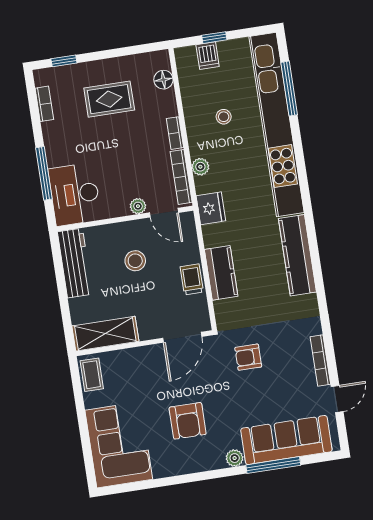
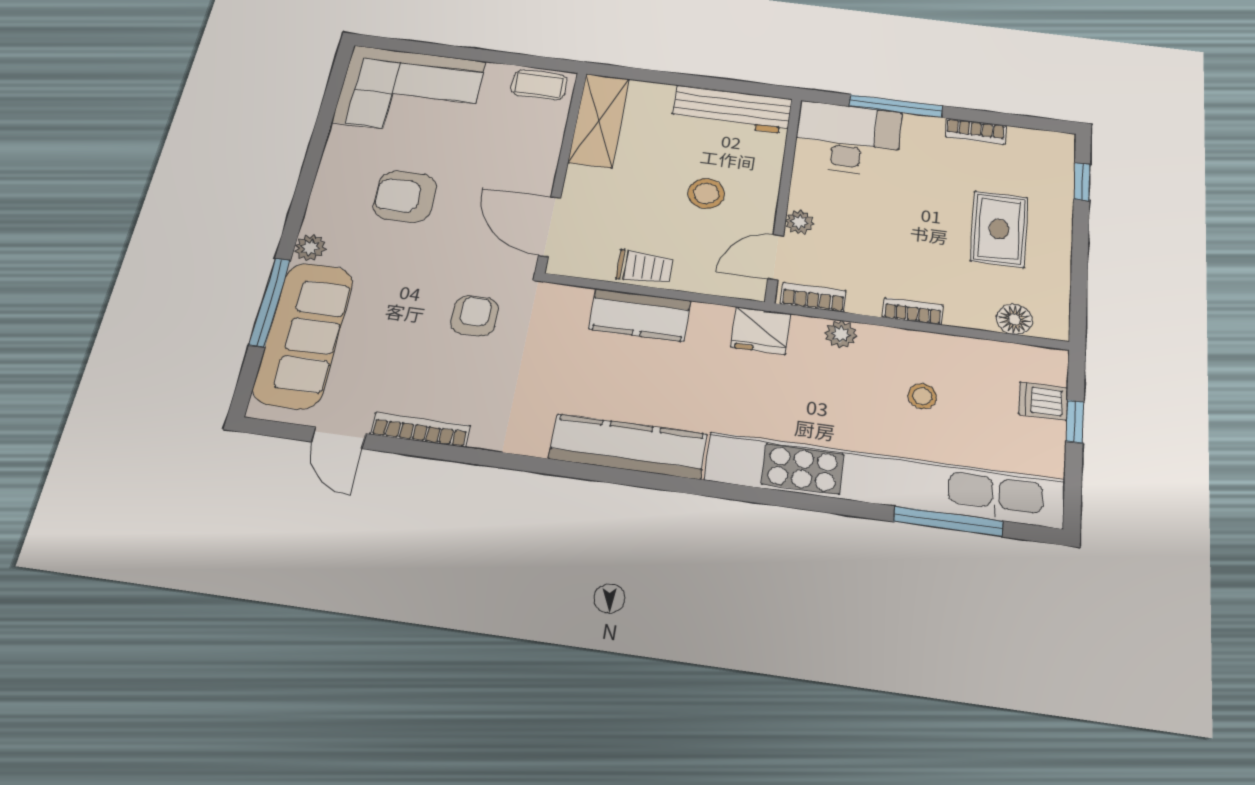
bookcase: (44, 104) -> (976, 131), moved
bookcase: (181, 177) -> (813, 297), width x0.64

